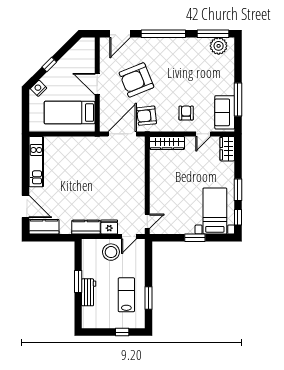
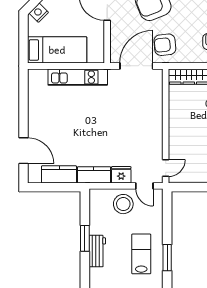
bed: (70, 113) -> (57, 50), moved, turned 180
kitchen unit: (36, 162) -> (78, 77), moved, turned 90
kitchen counter: (44, 227) -> (59, 174), moved
door: (129, 237) -> (144, 186), hinge flipped

